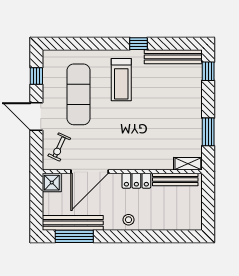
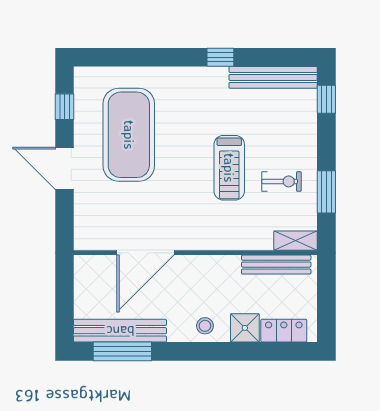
treadmill: (121, 80) -> (229, 168), moved
exercise mat: (79, 94) -> (129, 135), width x1.47
exercise bike: (59, 147) -> (282, 181), moved, turned -115
locker: (136, 181) -> (284, 331), moved, turned 180
shower: (52, 183) -> (245, 328), moved

